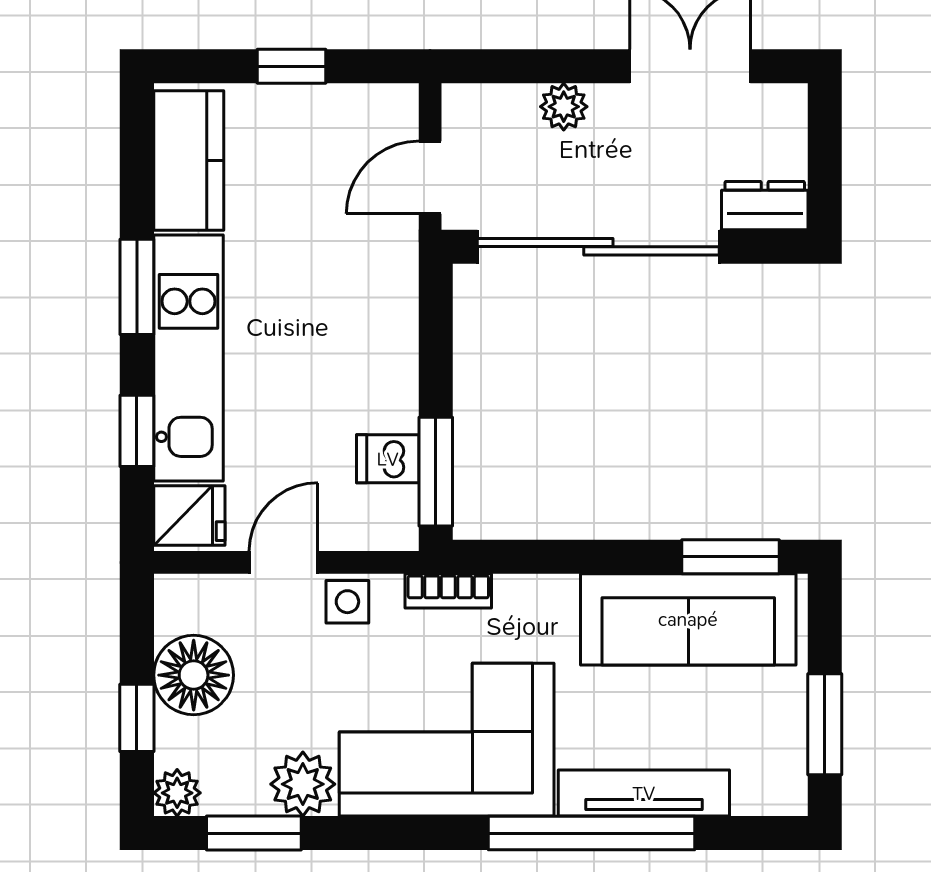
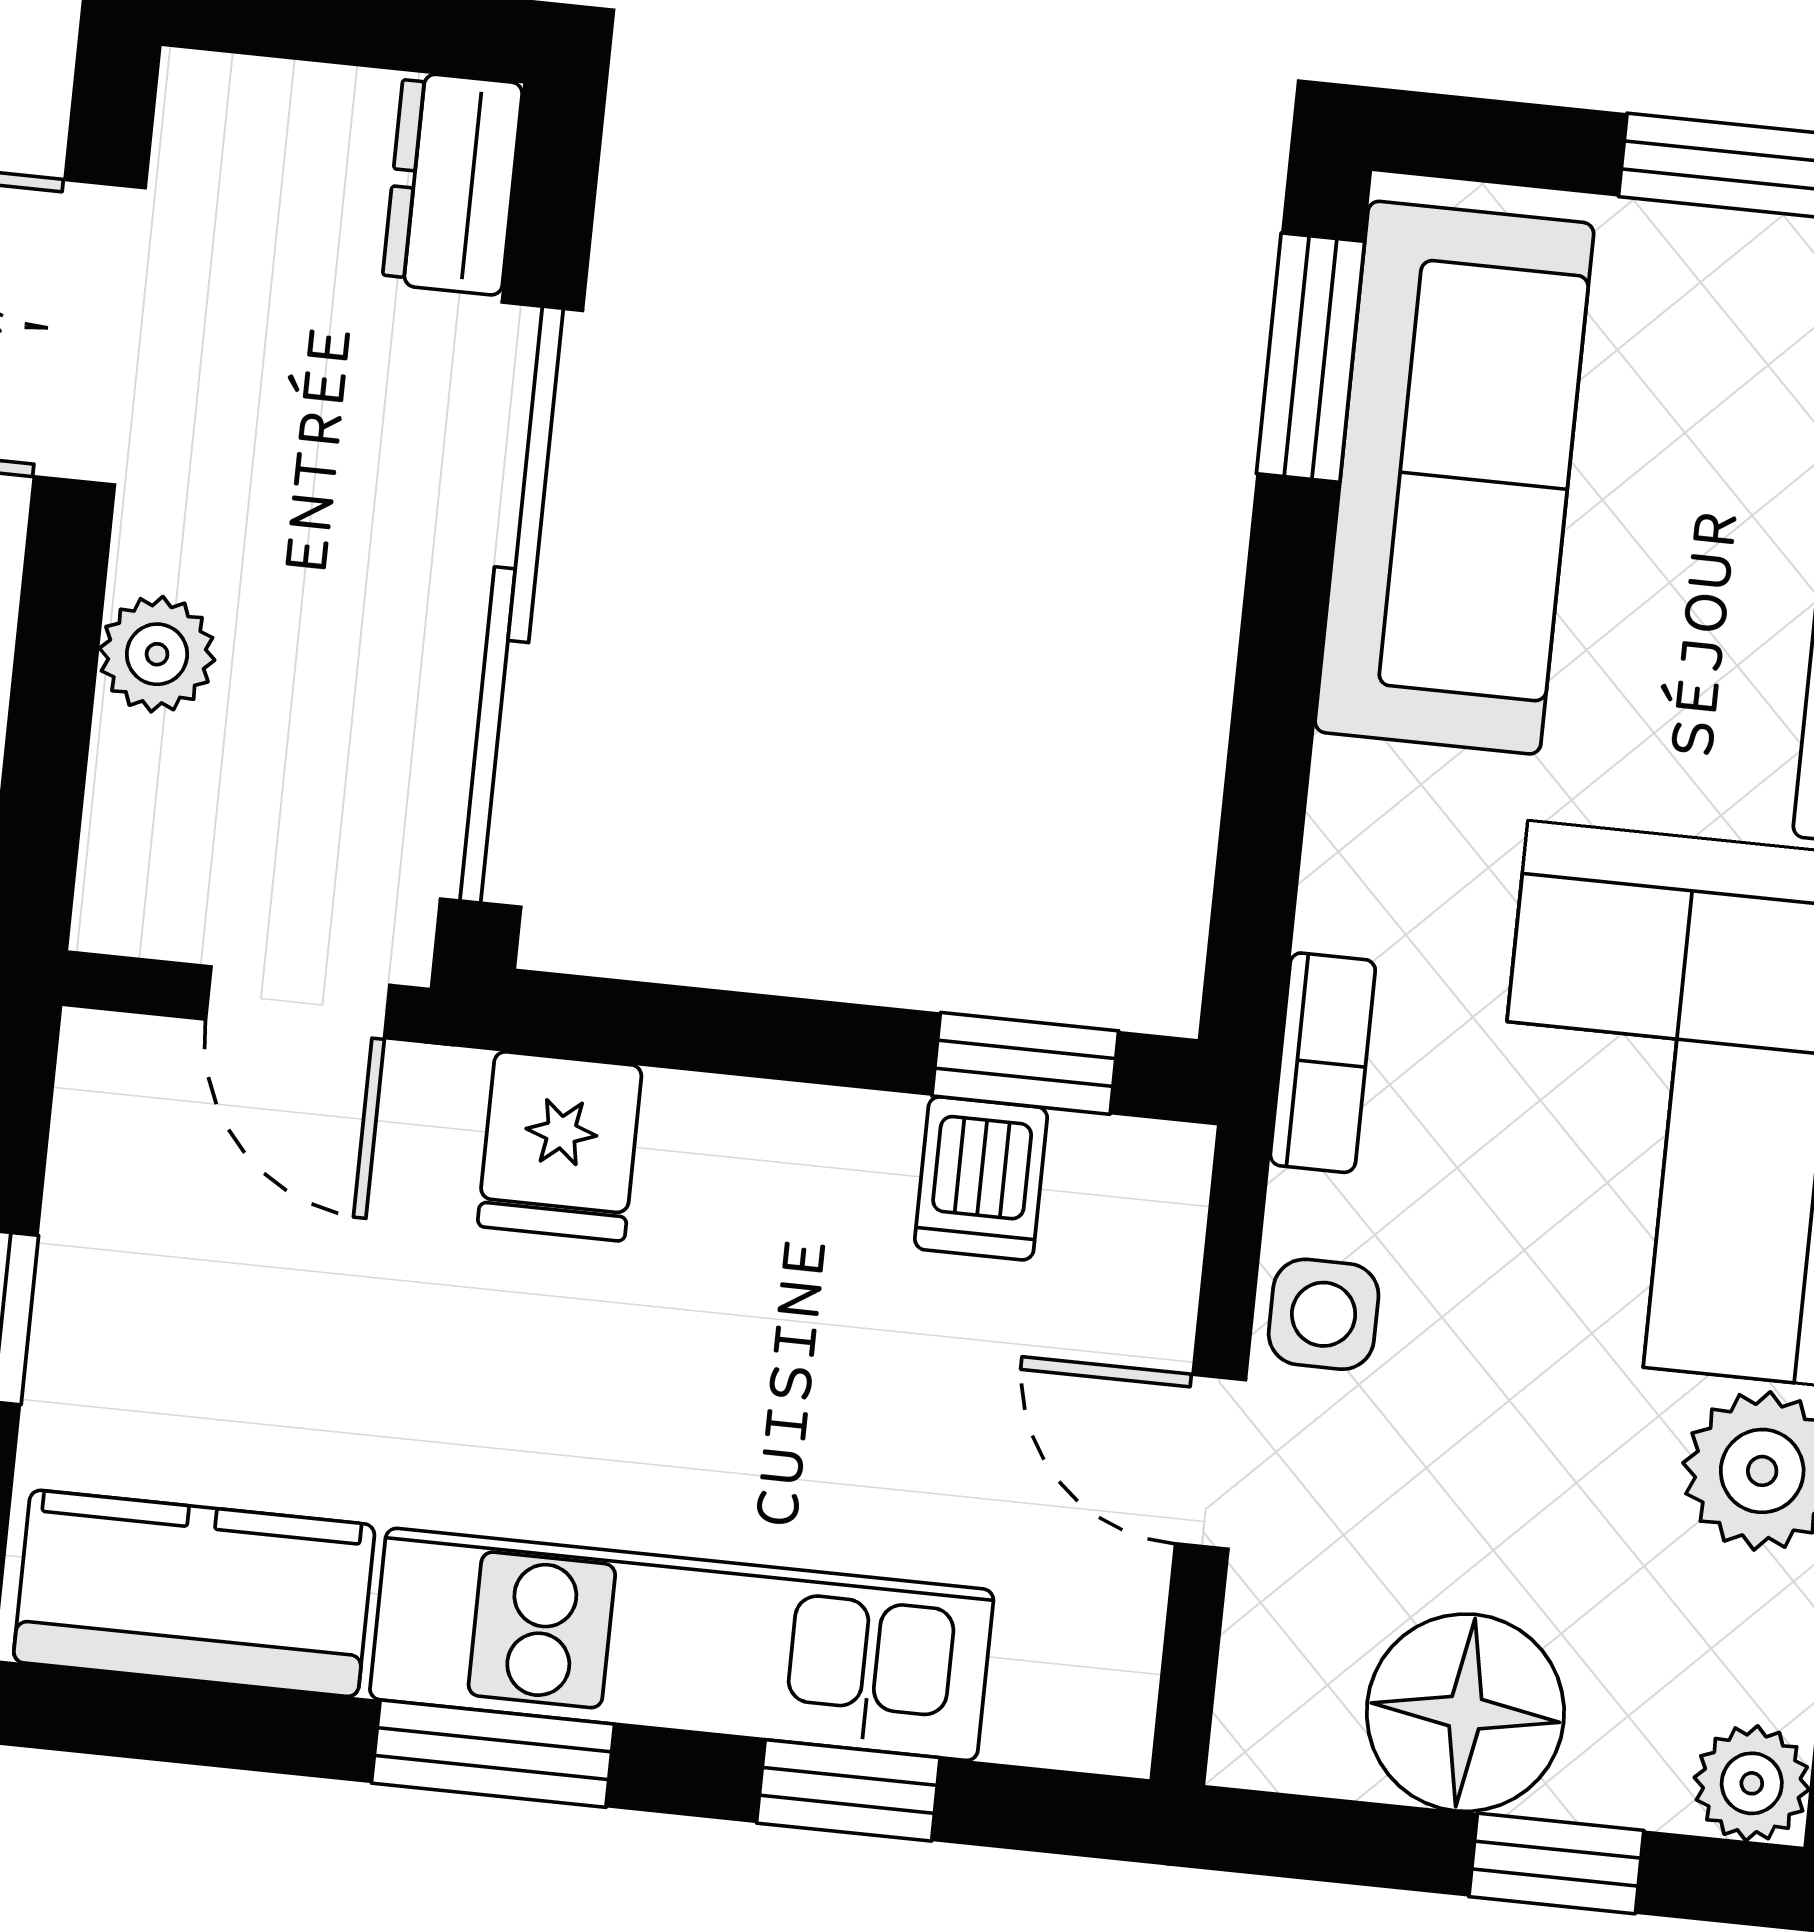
window: (436, 472) -> (1025, 1063), width x0.67
fridge: (189, 516) -> (560, 1146), moved, turned 180

